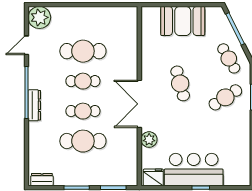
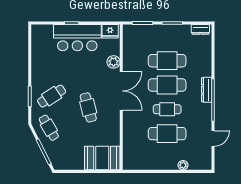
plant: (39, 17) -> (183, 165), moved, width x0.53, depth x0.53
booth: (183, 21) -> (102, 158), moved
cafe table: (83, 111) -> (167, 85), width x1.37, depth x1.35

